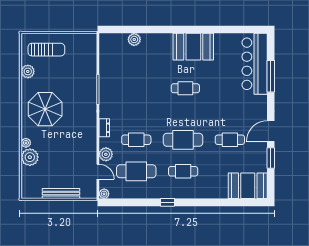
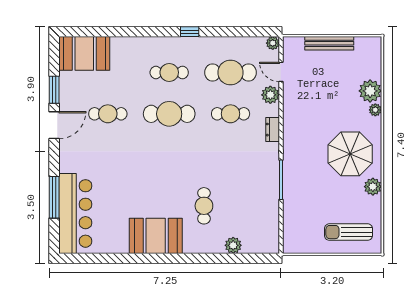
plant: (28, 71) -> (373, 187), moved
cafe table: (185, 88) -> (204, 206), moved, turned 90

